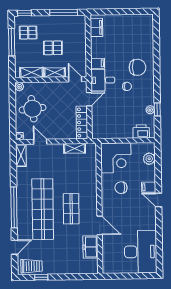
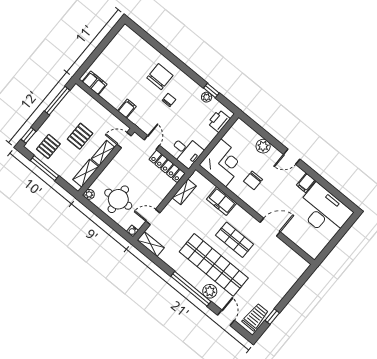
desk: (103, 80) -> (186, 151), moved, turned -90
plant: (149, 159) -> (263, 146), moved
filing cabinet: (149, 187) -> (306, 183), moved
plant: (23, 221) -> (210, 291), added
freezer: (90, 247) -> (222, 201), moved

